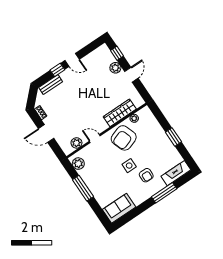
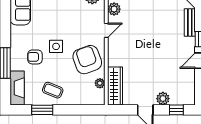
wardrobe: (120, 113) -> (115, 86), moved
window: (173, 137) -> (42, 110), moved
coffee table: (161, 148) -> (53, 90), added

